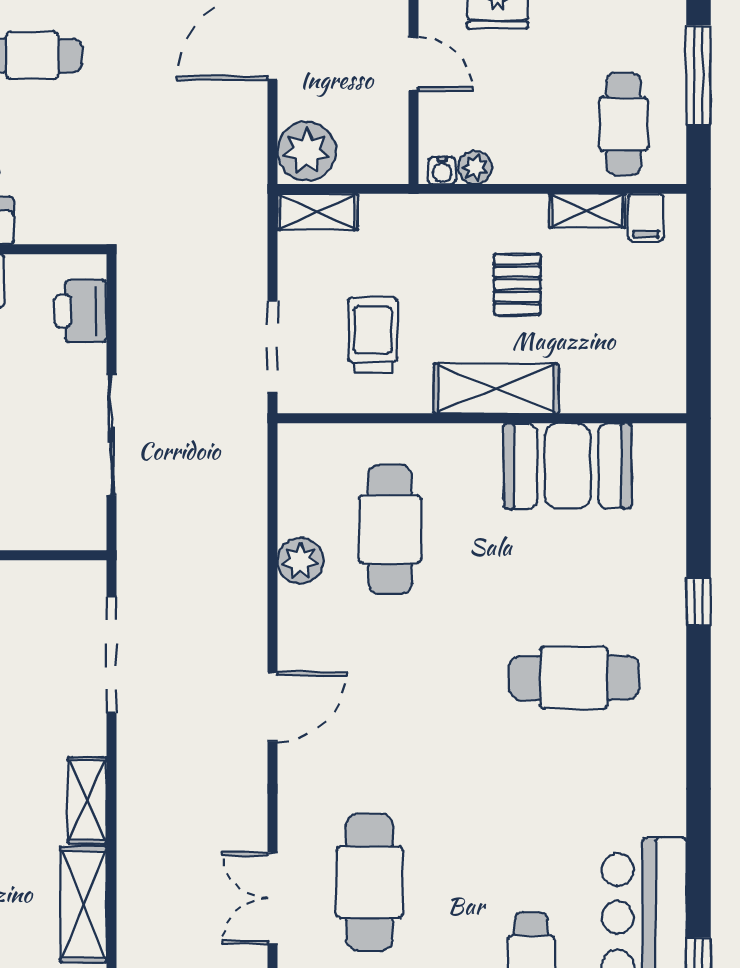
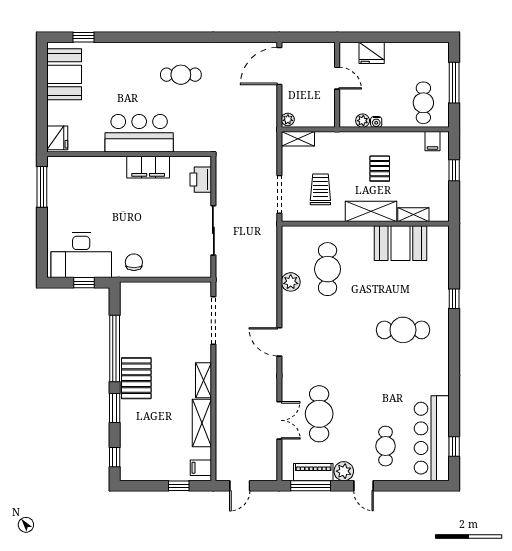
plant: (307, 151) -> (288, 119), width x0.53, depth x0.53
water cooler: (442, 171) -> (376, 122), moved
shelving: (587, 211) -> (413, 215), moved
window: (698, 288) -> (454, 170), added
door: (273, 707) -> (279, 342), swing flipped
double door: (273, 898) -> (279, 420), swing flipped

